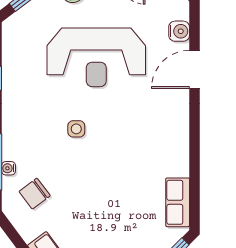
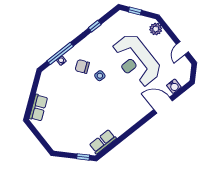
chair: (35, 194) -> (82, 66), moved

